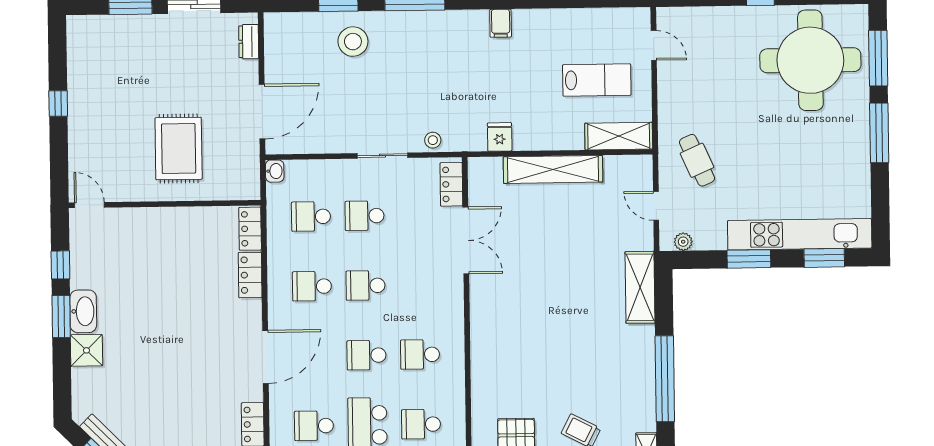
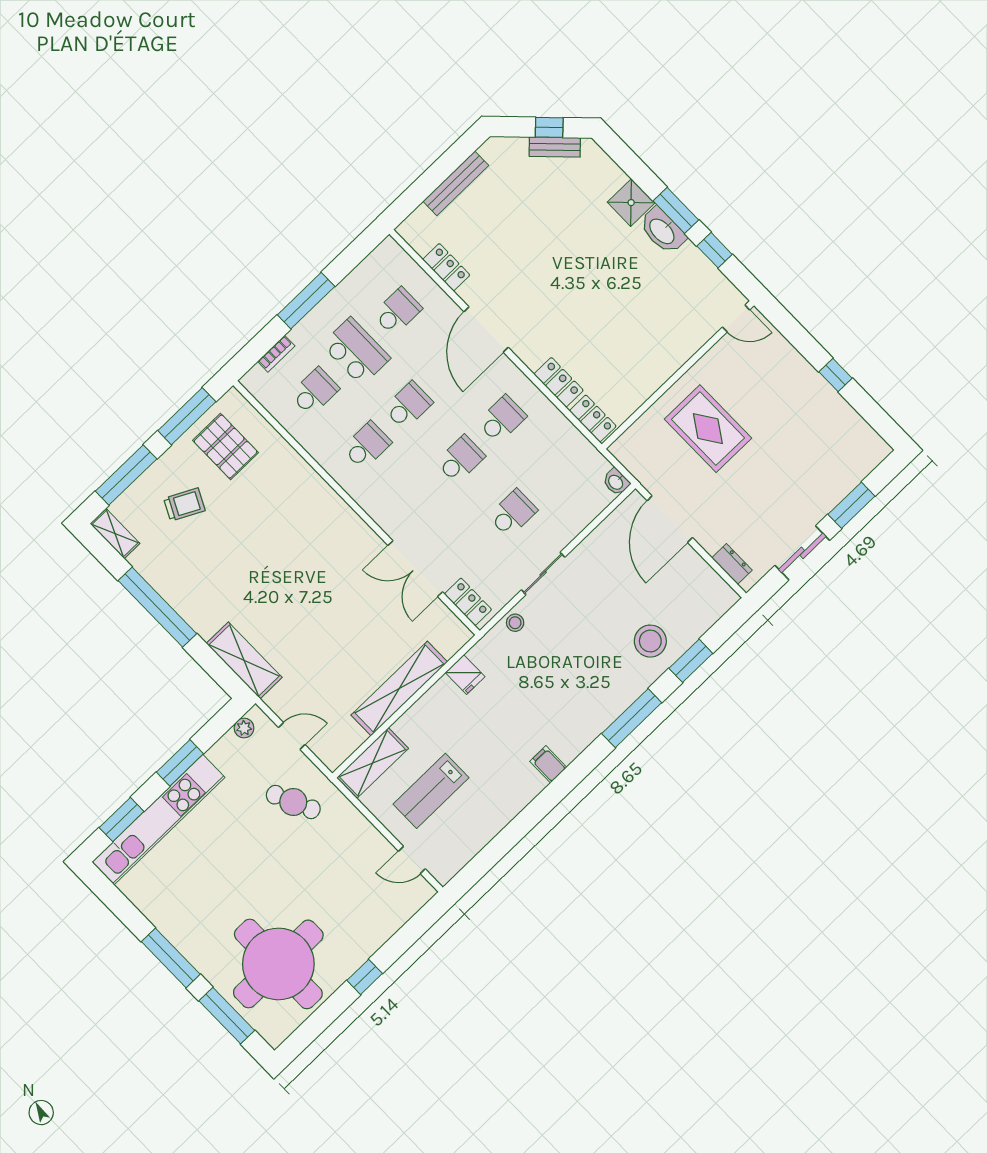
school desk: (311, 216) -> (554, 473), removed

